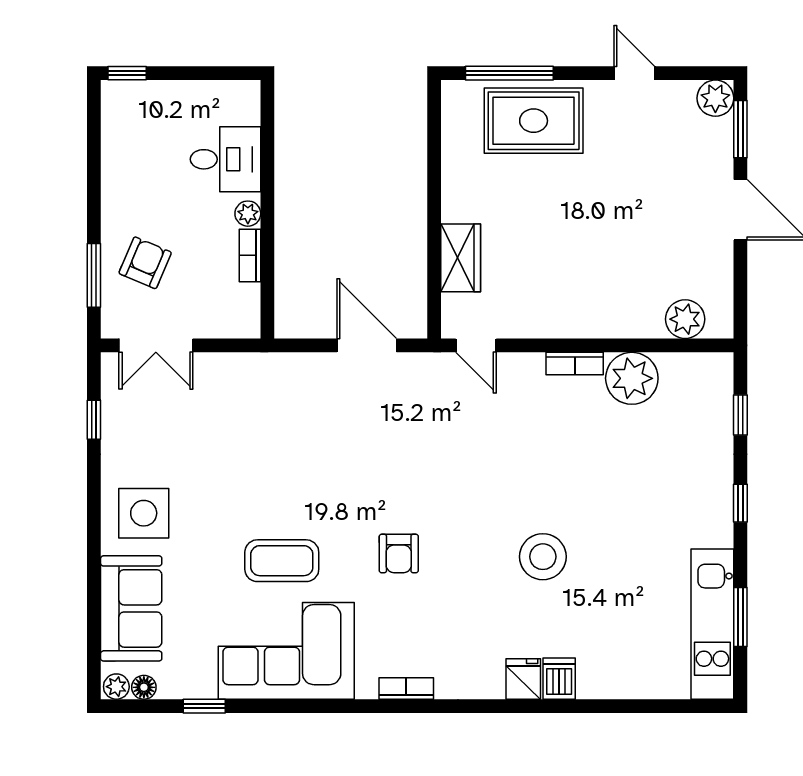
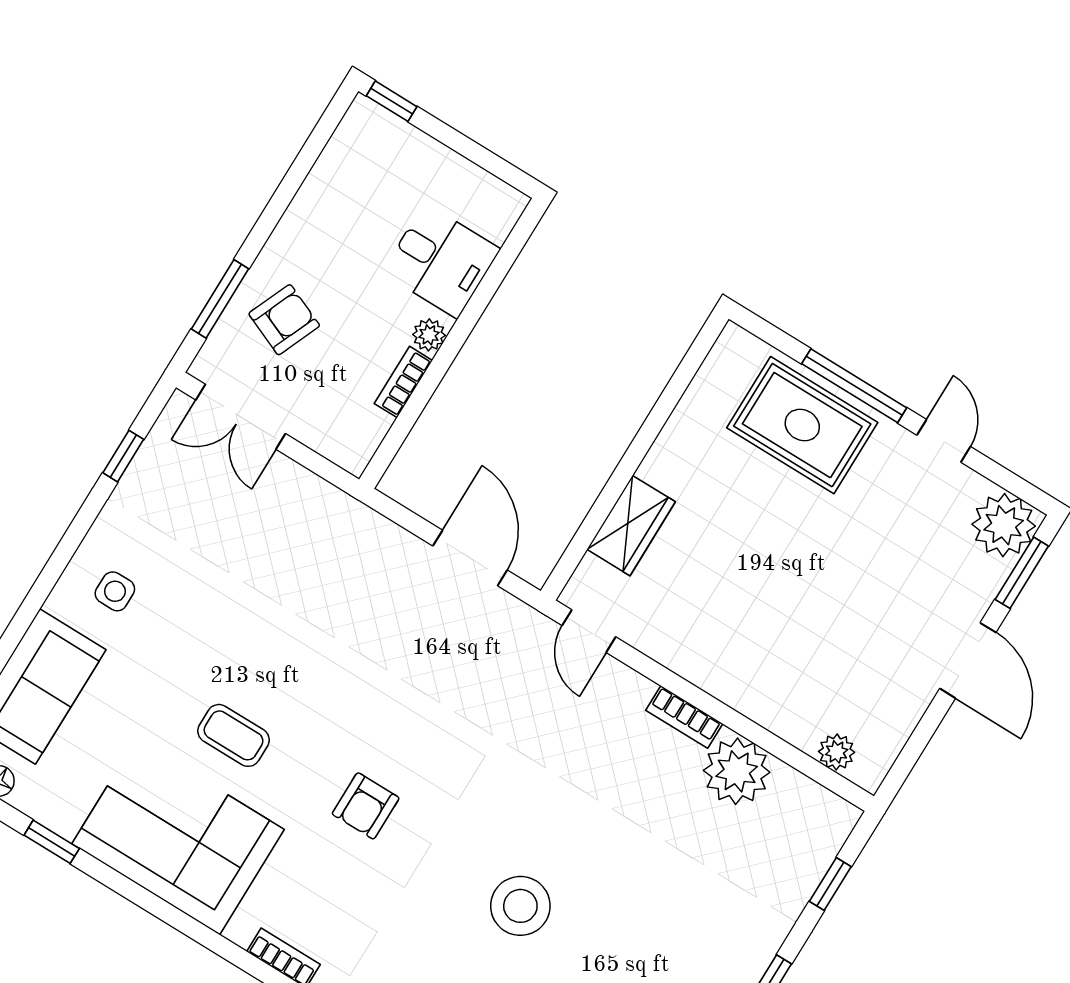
window: (509, 73) -> (854, 386), moved
plant: (715, 98) -> (1004, 525), width x1.36, depth x1.36
plant: (685, 319) -> (837, 752), width x0.73, depth x0.73
side table: (144, 513) -> (115, 591), width x0.54, depth x0.54
coffee table: (282, 561) -> (234, 735), width x0.73, depth x0.77

